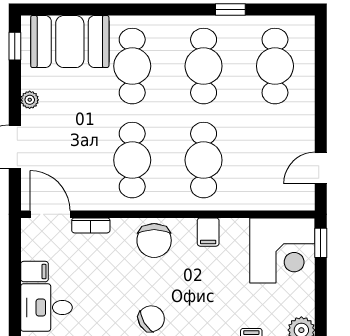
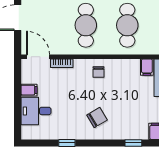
filing cabinet: (208, 232) -> (147, 67), moved
chair: (154, 240) -> (99, 72), width x0.54, depth x0.54

